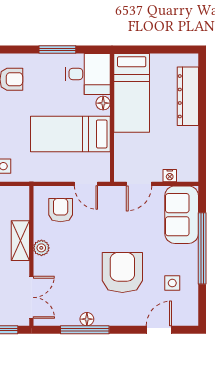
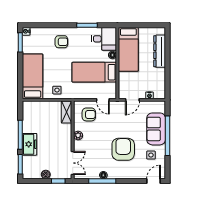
armchair: (61, 210) -> (89, 114), turned 90
sofa: (182, 215) -> (156, 129), moved
shelving: (20, 241) -> (67, 112), moved
door: (159, 330) -> (154, 181), moved

